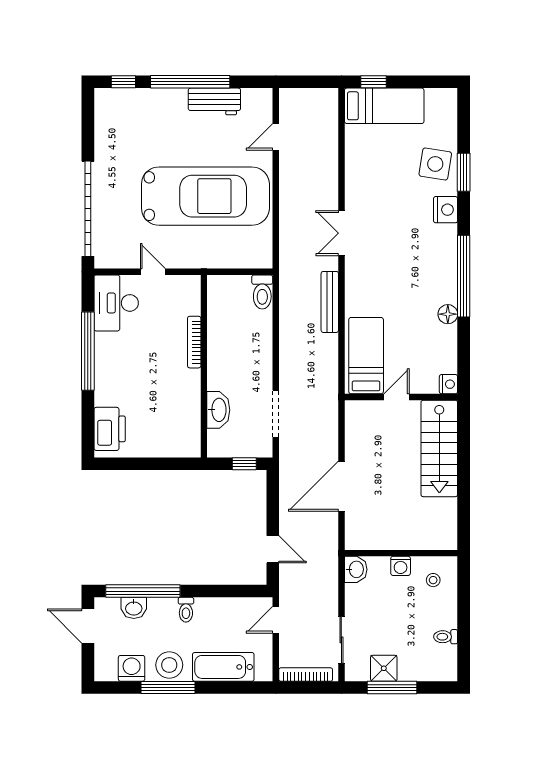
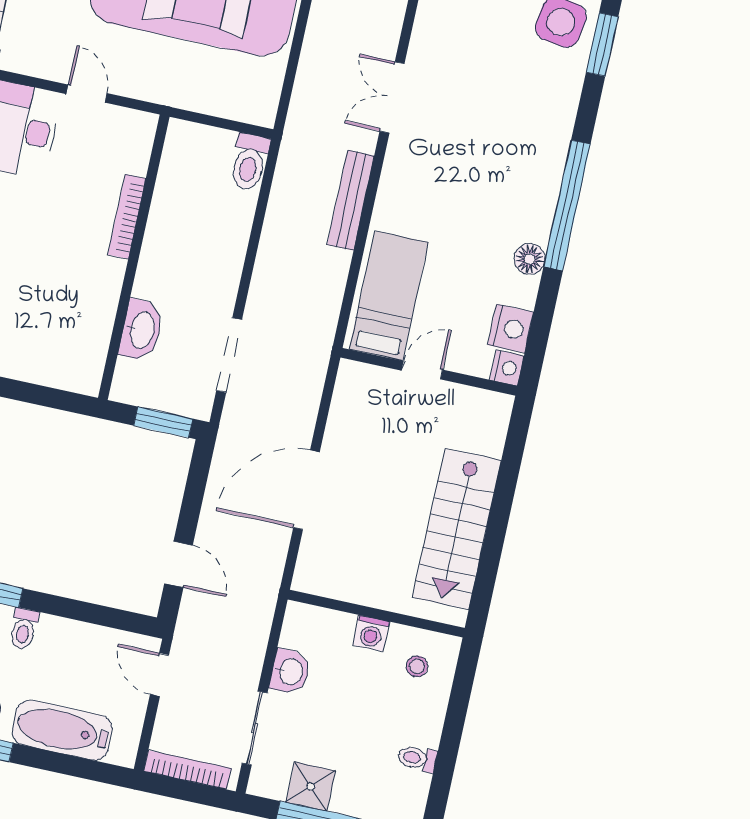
nightstand: (446, 210) -> (511, 328), moved
stairs: (439, 448) -> (457, 529), moved
window: (244, 464) -> (163, 422), width x1.50
washbasin: (356, 569) -> (290, 672), moved
door: (276, 620) -> (160, 675), hinge flipped

